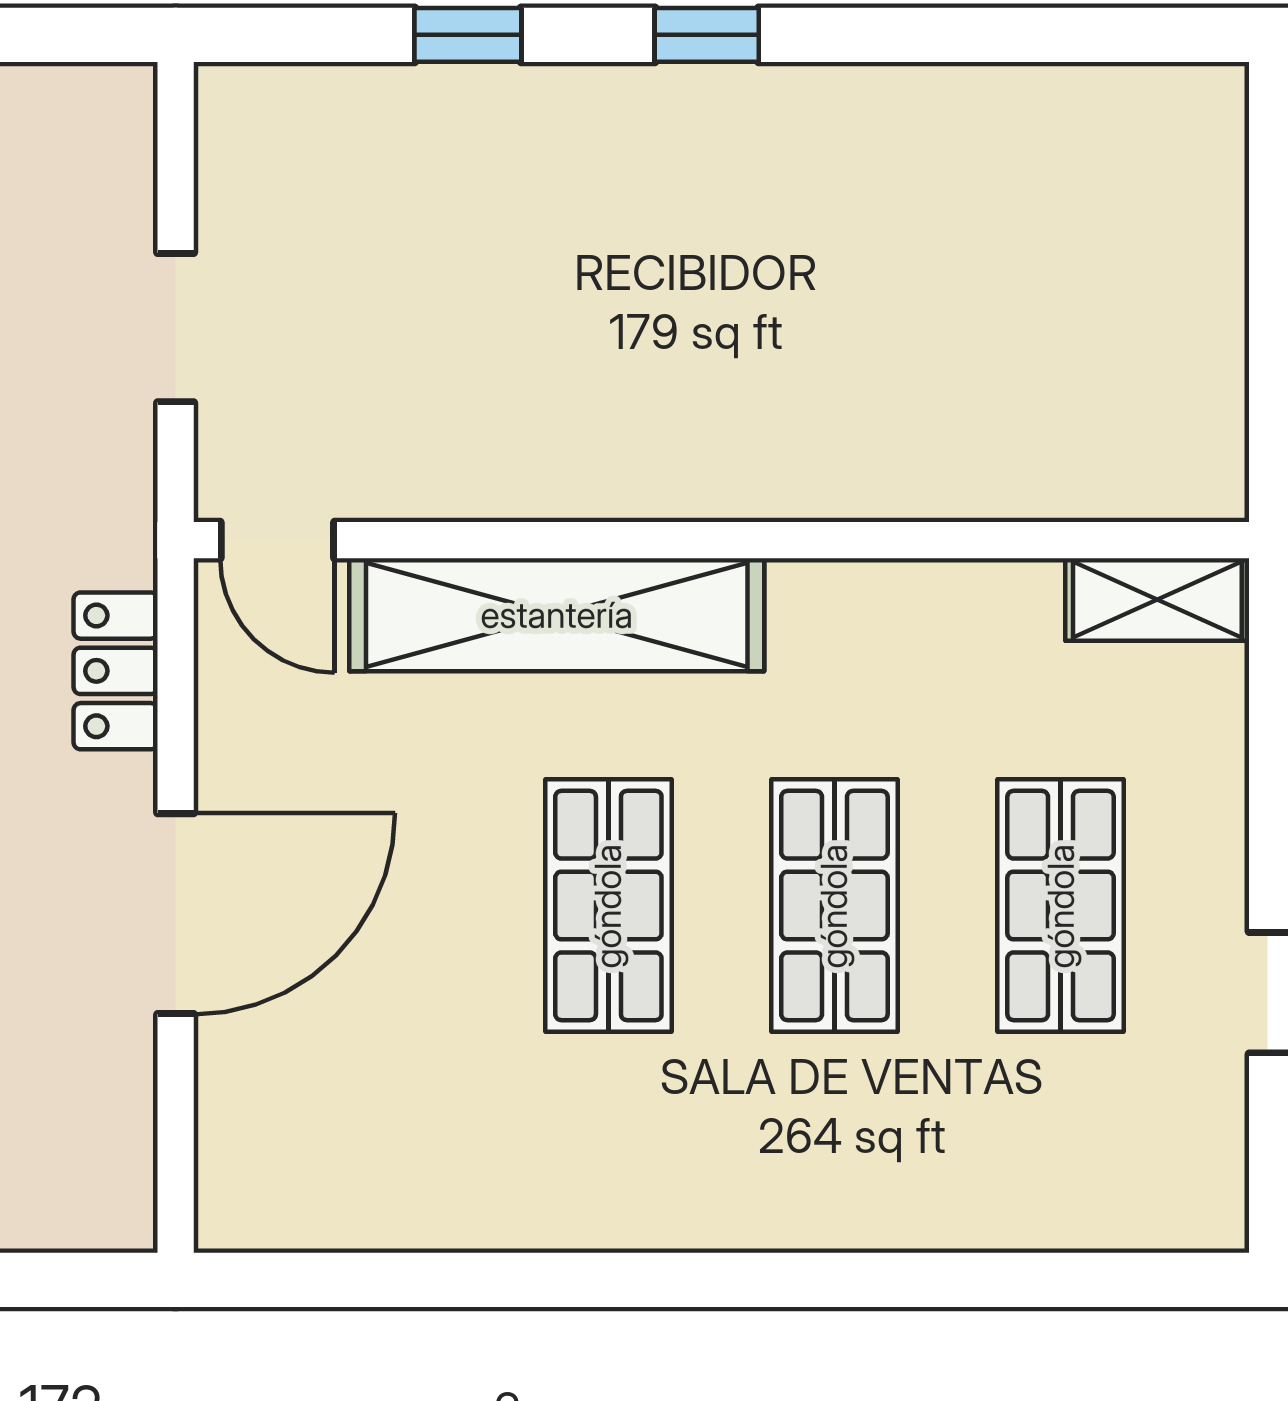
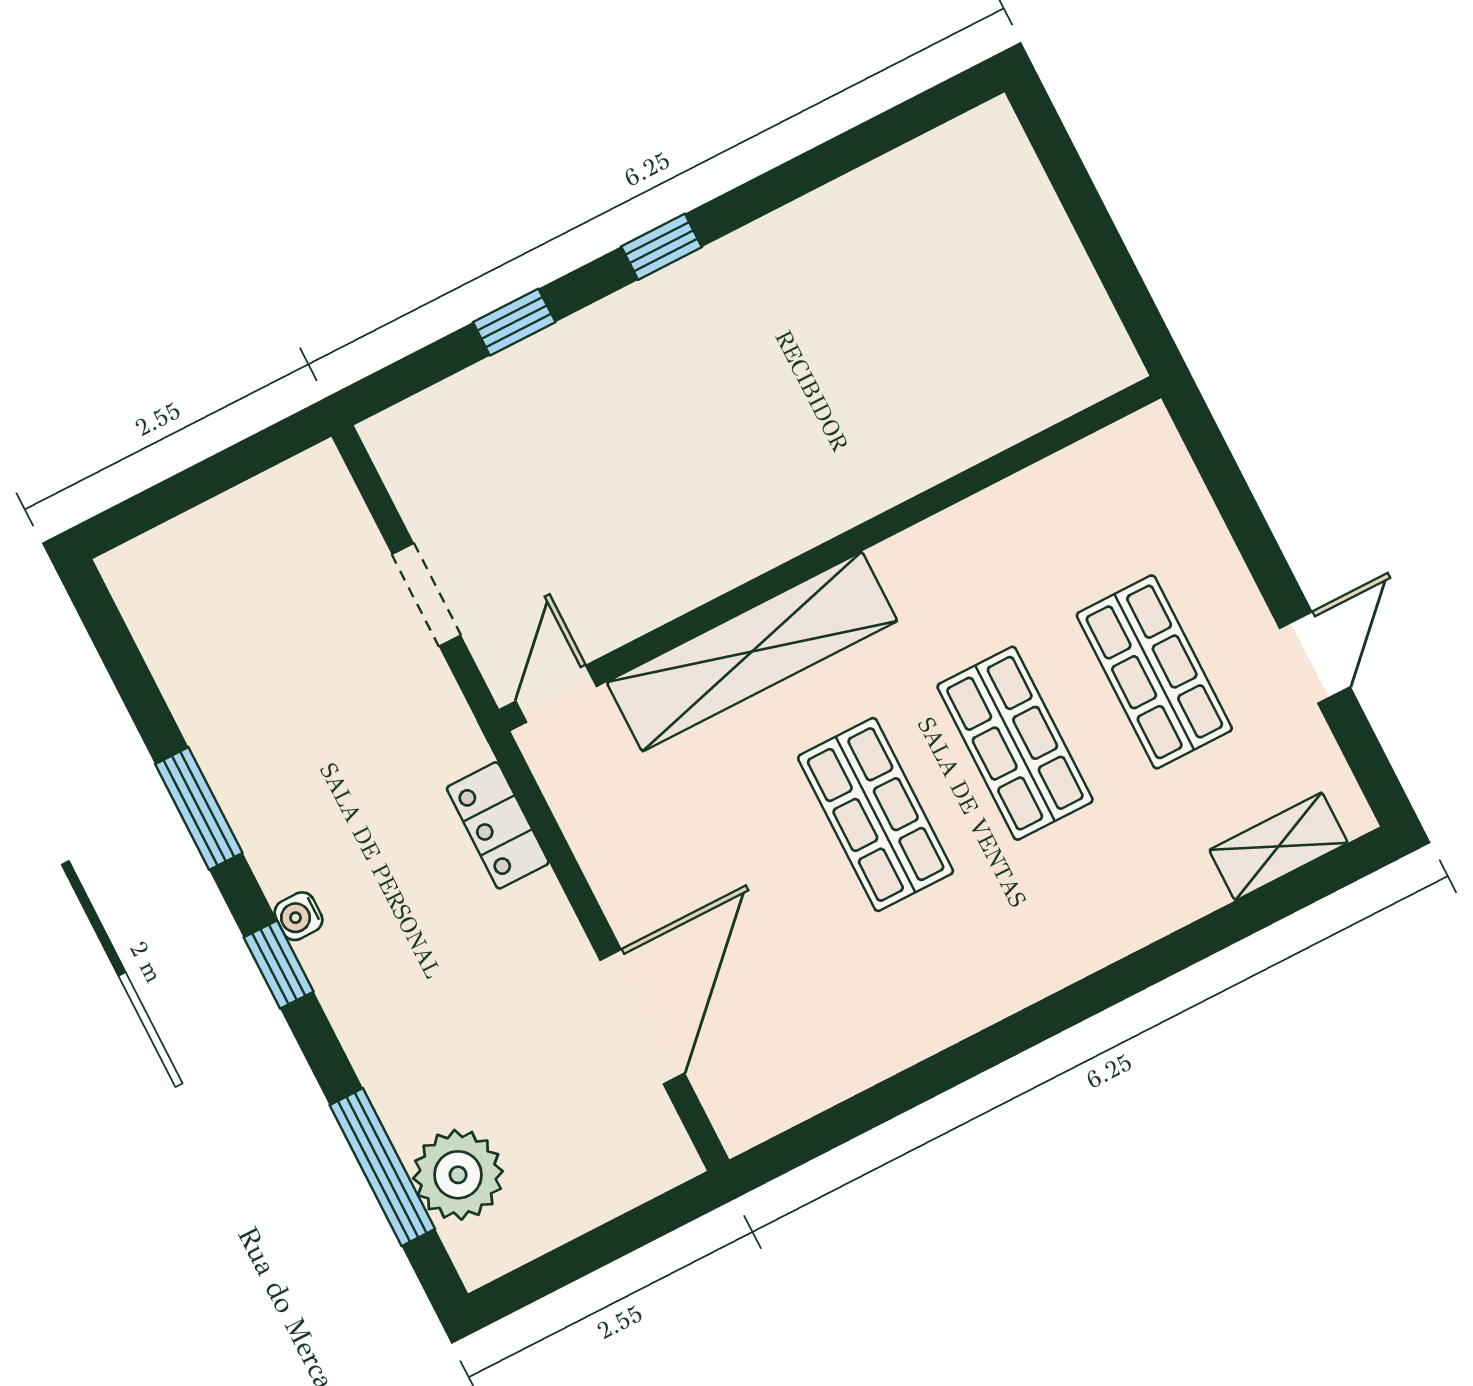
door: (277, 540) -> (556, 694), swing flipped
shelving: (1157, 600) -> (1278, 846), moved
door: (176, 914) -> (642, 1017), moved

